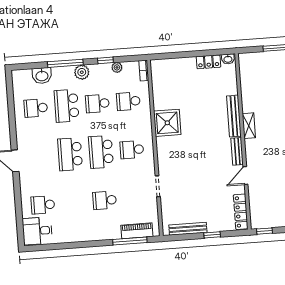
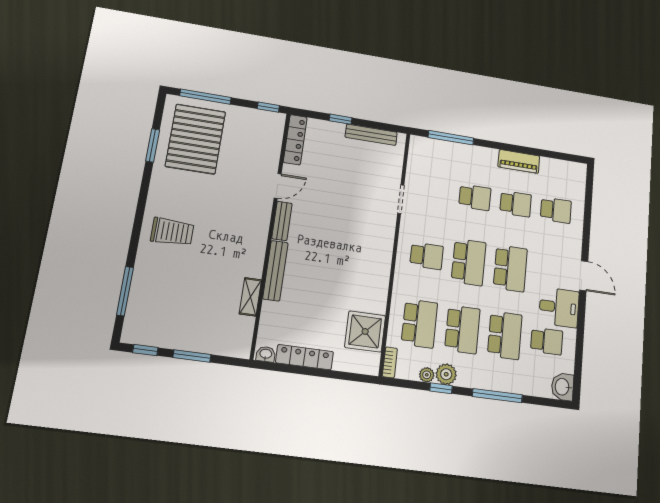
locker: (208, 62) -> (304, 357), width x1.53
plant: (82, 72) -> (446, 374), moved
washbasin: (42, 76) -> (563, 387), moved, turned -90
school desk: (128, 101) -> (419, 323), width x1.85
school desk: (97, 104) -> (462, 329), width x1.85
shower: (167, 123) -> (365, 331), moved
shelving: (249, 126) -> (250, 297), moved
school desk: (74, 203) -> (516, 204), added
desk: (37, 231) -> (559, 307), moved
piano: (137, 231) -> (519, 161), moved

